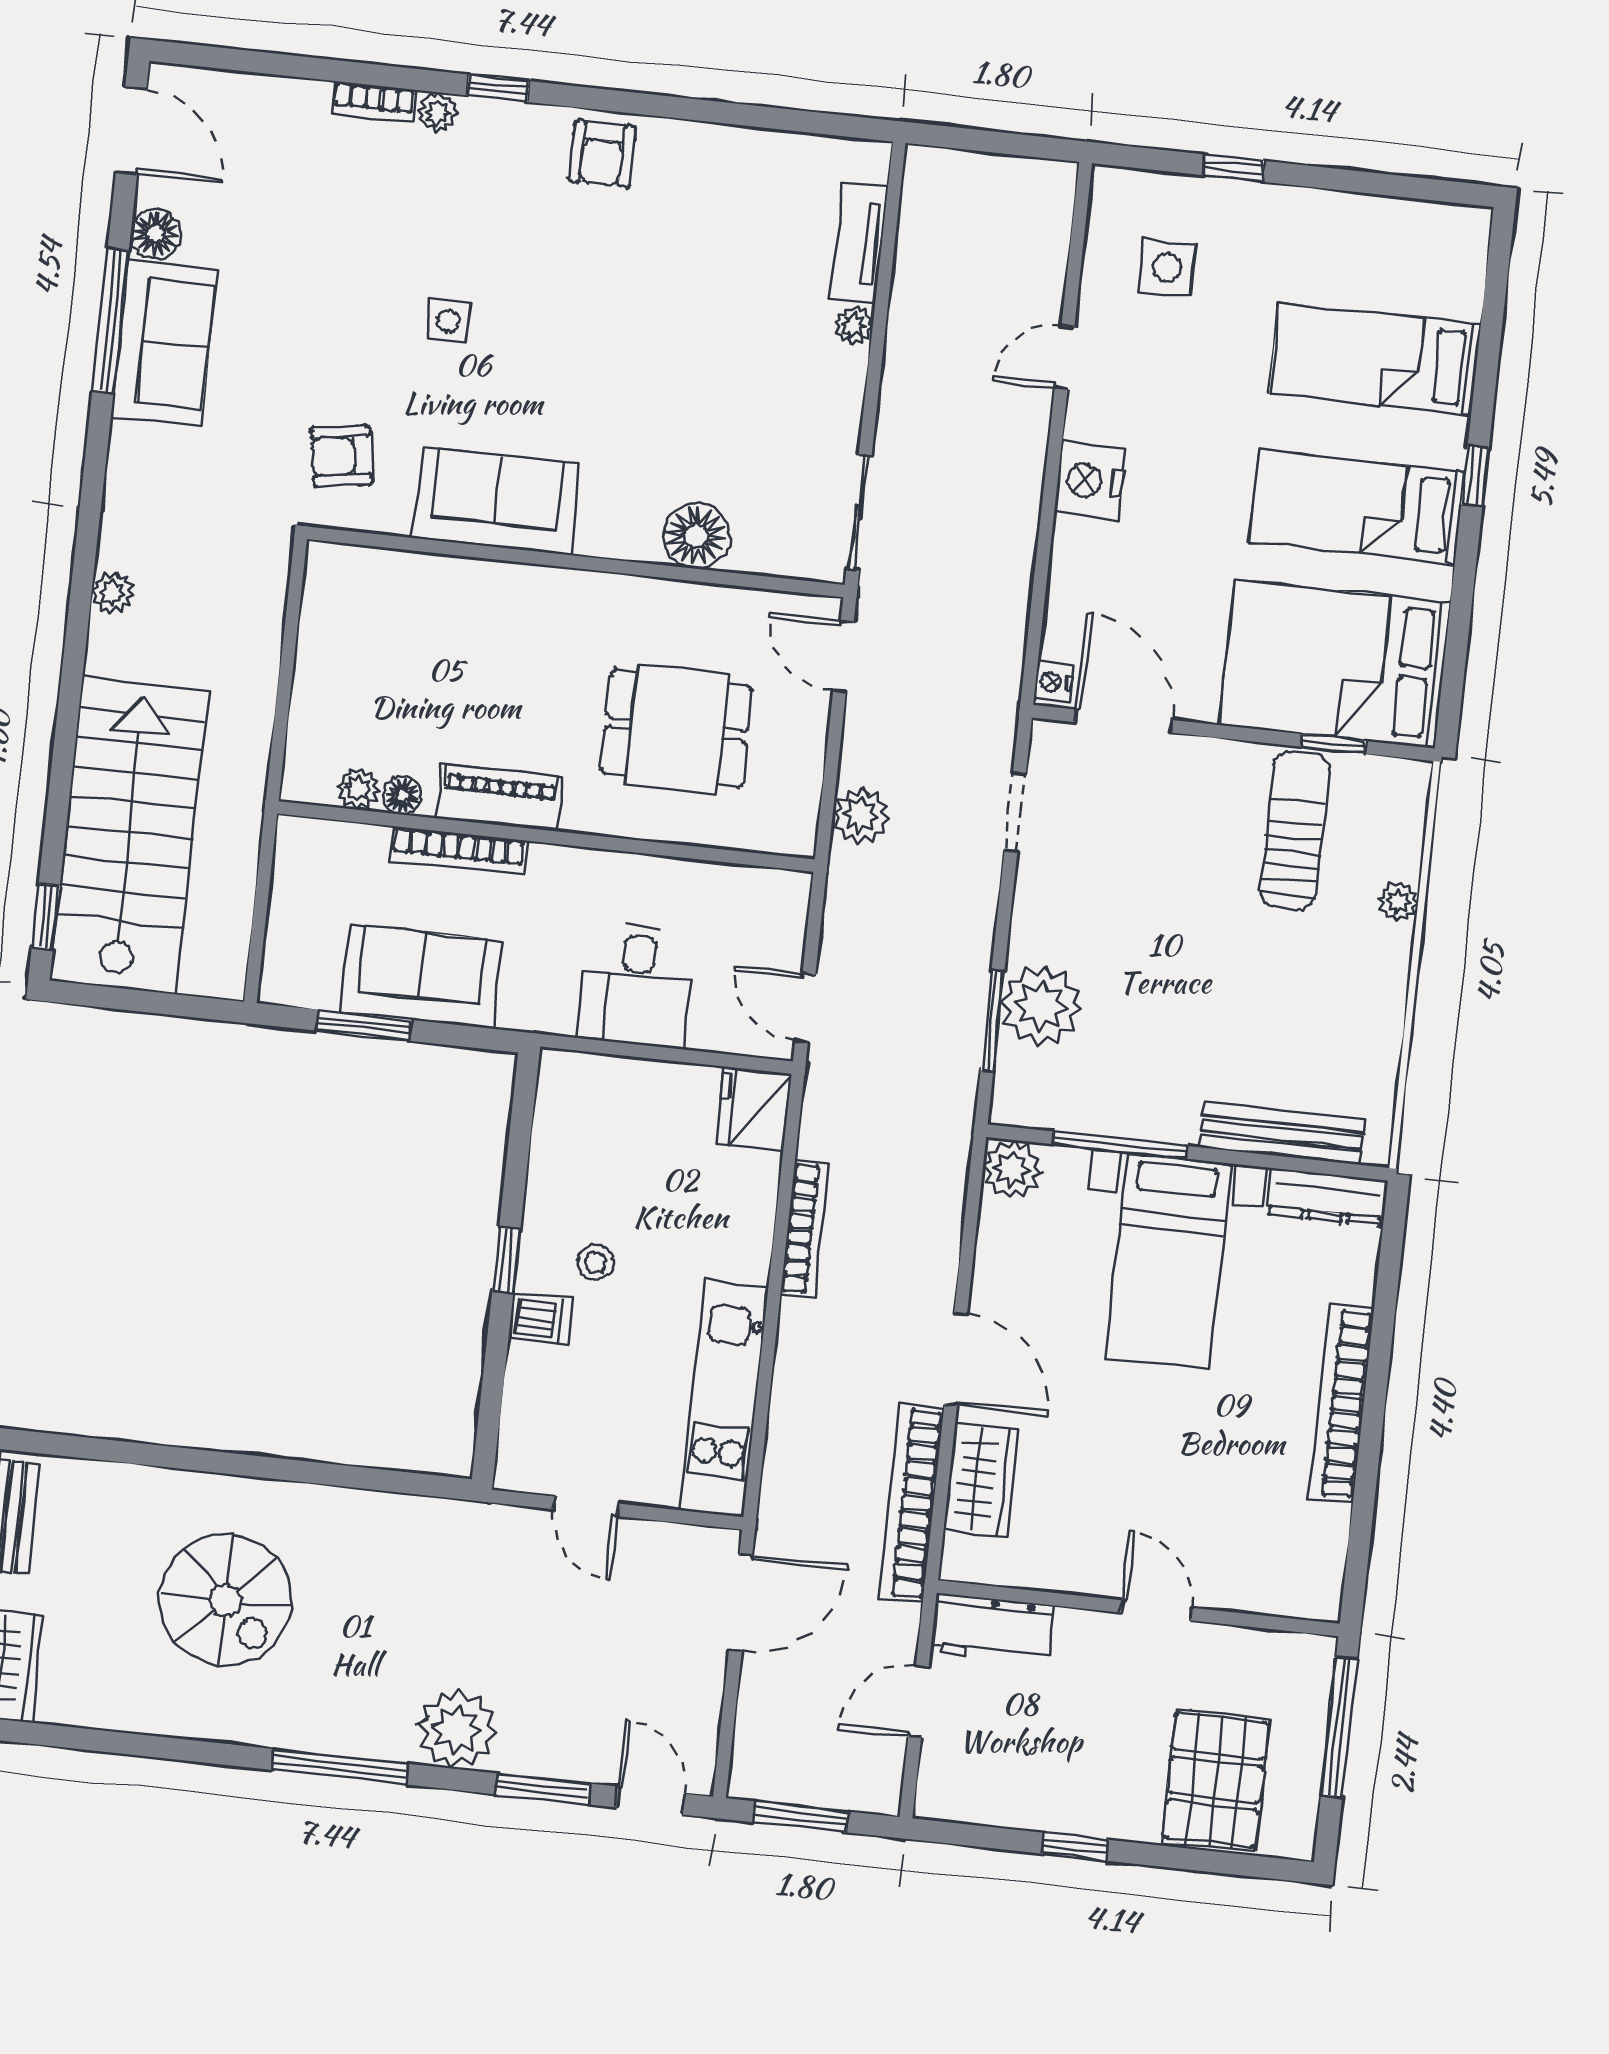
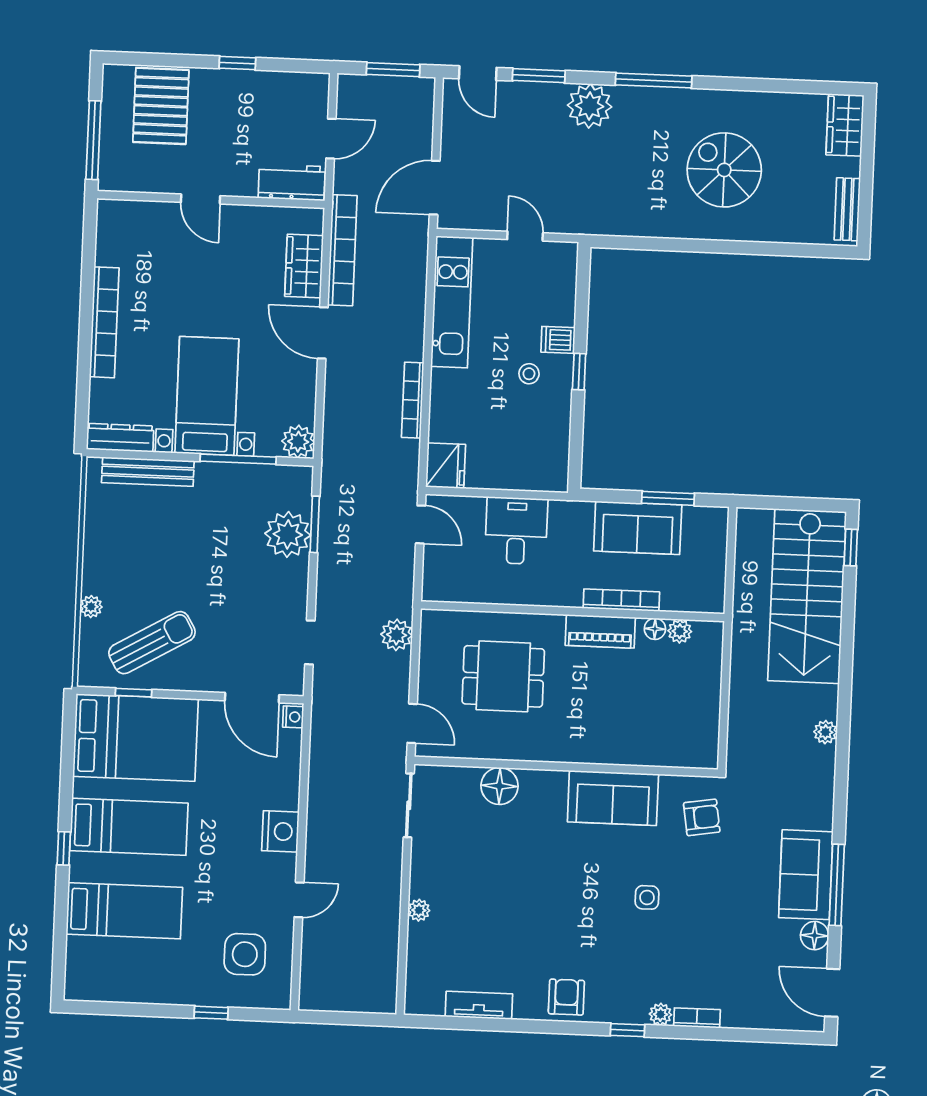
tv unit: (859, 242) -> (479, 1005), moved, turned -90
side table: (1167, 268) -> (245, 954), width x1.37, depth x1.37
sun lounger: (1295, 830) -> (152, 643), turned -120

